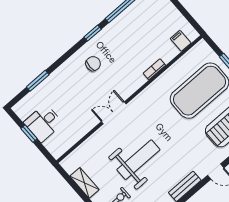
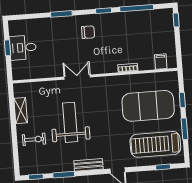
window: (38, 81) -> (61, 14), moved
weight bench: (138, 160) -> (70, 122), turned -90

